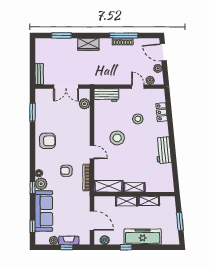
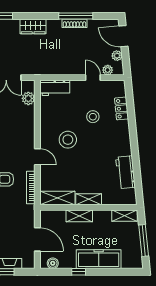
workbench: (163, 150) -> (125, 172), moved
shelving: (149, 201) -> (125, 216), moved
window: (180, 221) -> (144, 241), width x1.44

